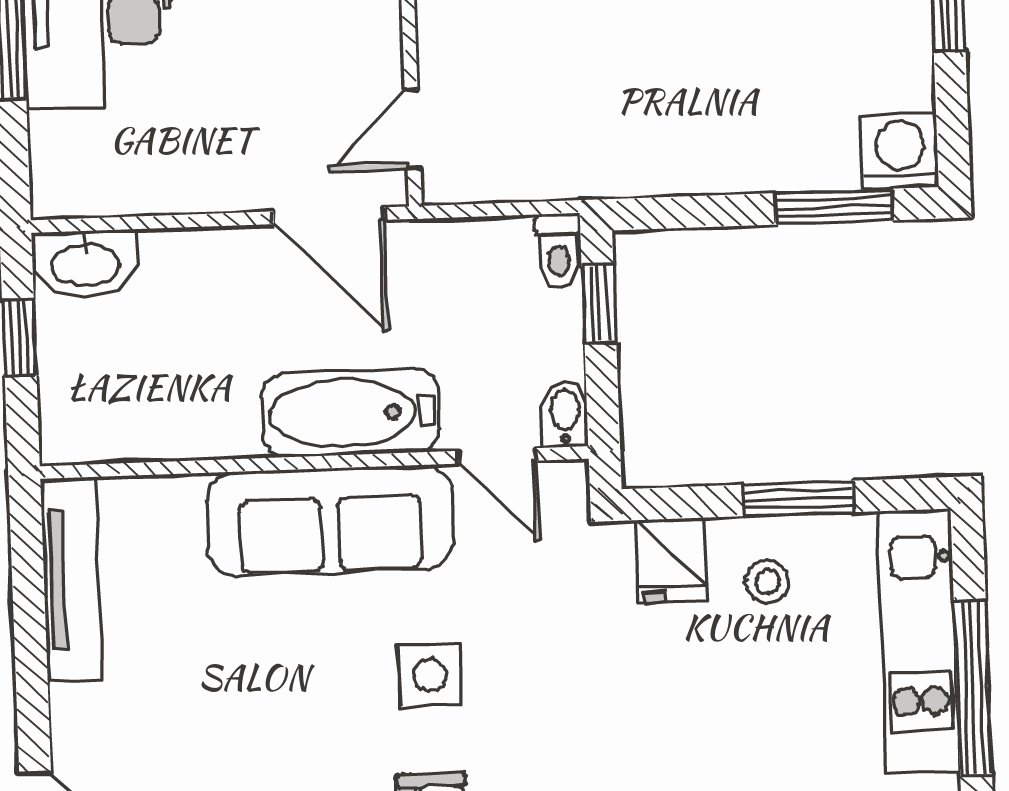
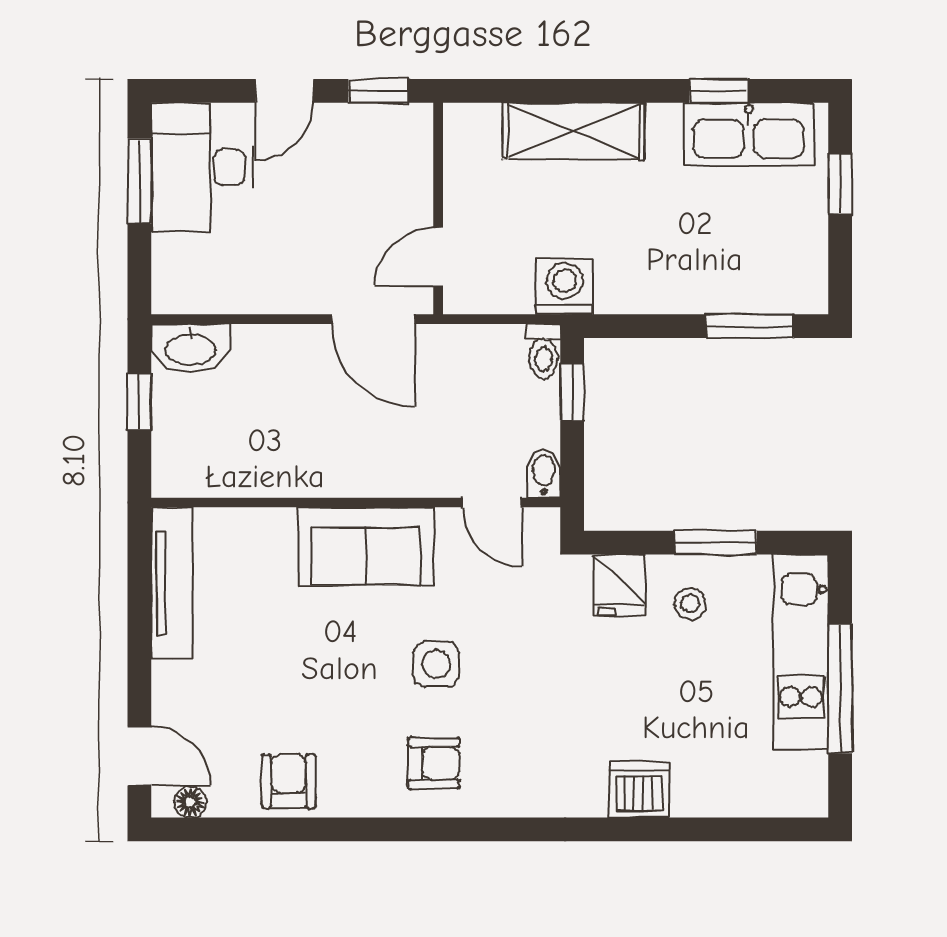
washing machine: (900, 151) -> (565, 286), moved
bathtub: (351, 413) -> (384, 467), removed
sofa: (330, 521) -> (366, 546), width x0.73

